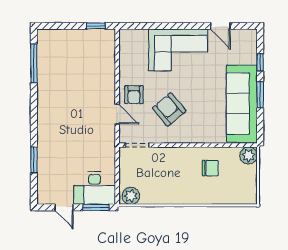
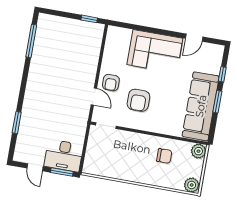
door: (220, 26) -> (194, 38), hinge flipped
armchair: (169, 109) -> (138, 100), turned -140
plant: (131, 196) -> (192, 185), moved

